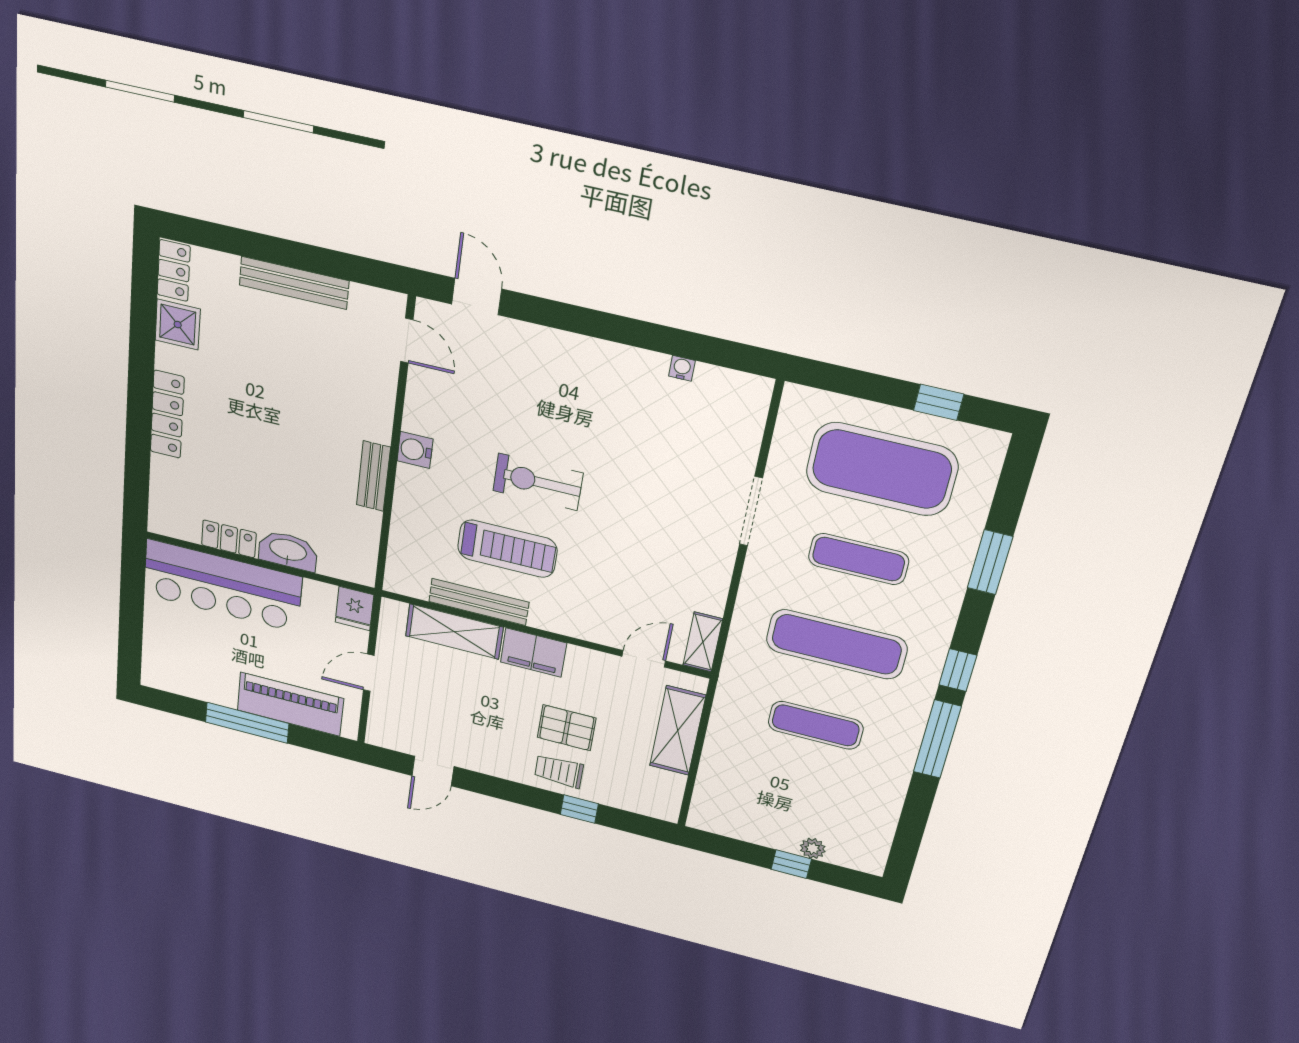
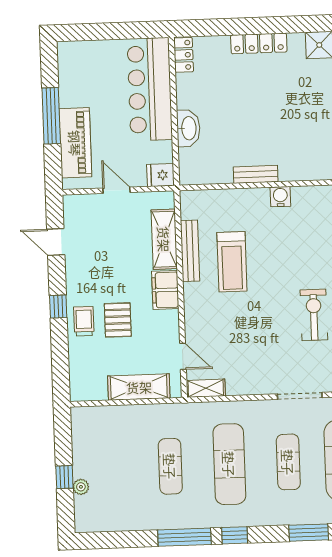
exercise bike: (538, 482) -> (314, 315), moved
locker: (229, 539) -> (184, 55), moved
window: (579, 809) -> (58, 307), moved

